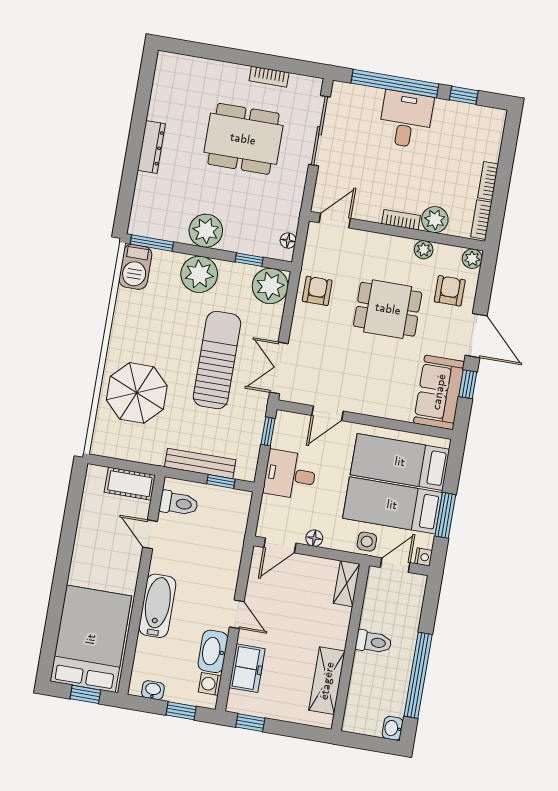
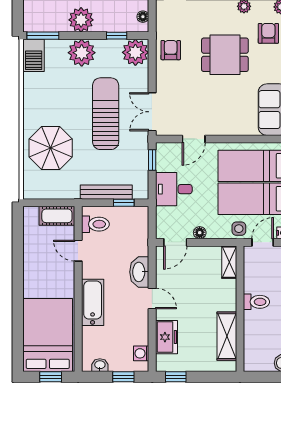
washbasin: (213, 651) -> (139, 272), moved

